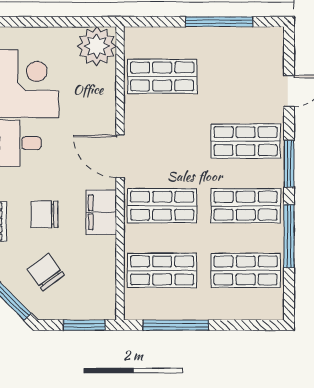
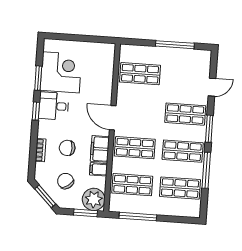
plant: (97, 46) -> (94, 199), moved
filing cabinet: (102, 248) -> (98, 169), added

